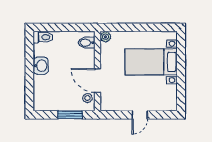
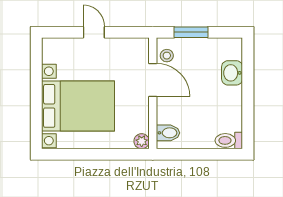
bed with nightstands: (151, 62) -> (78, 106), width x1.36
washbasin: (41, 66) -> (232, 73), moved
door: (140, 115) -> (94, 32), hinge flipped

